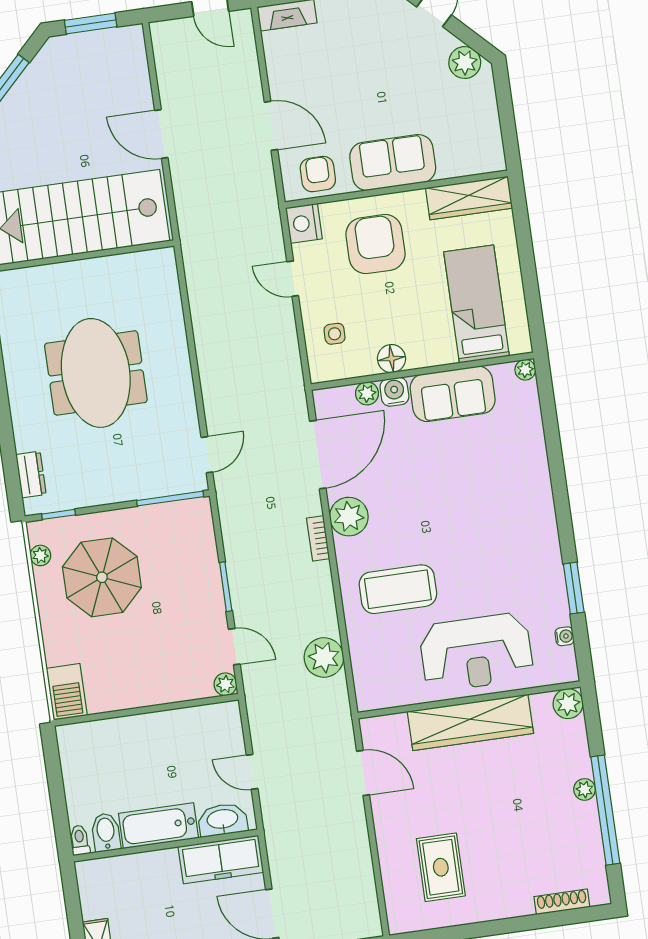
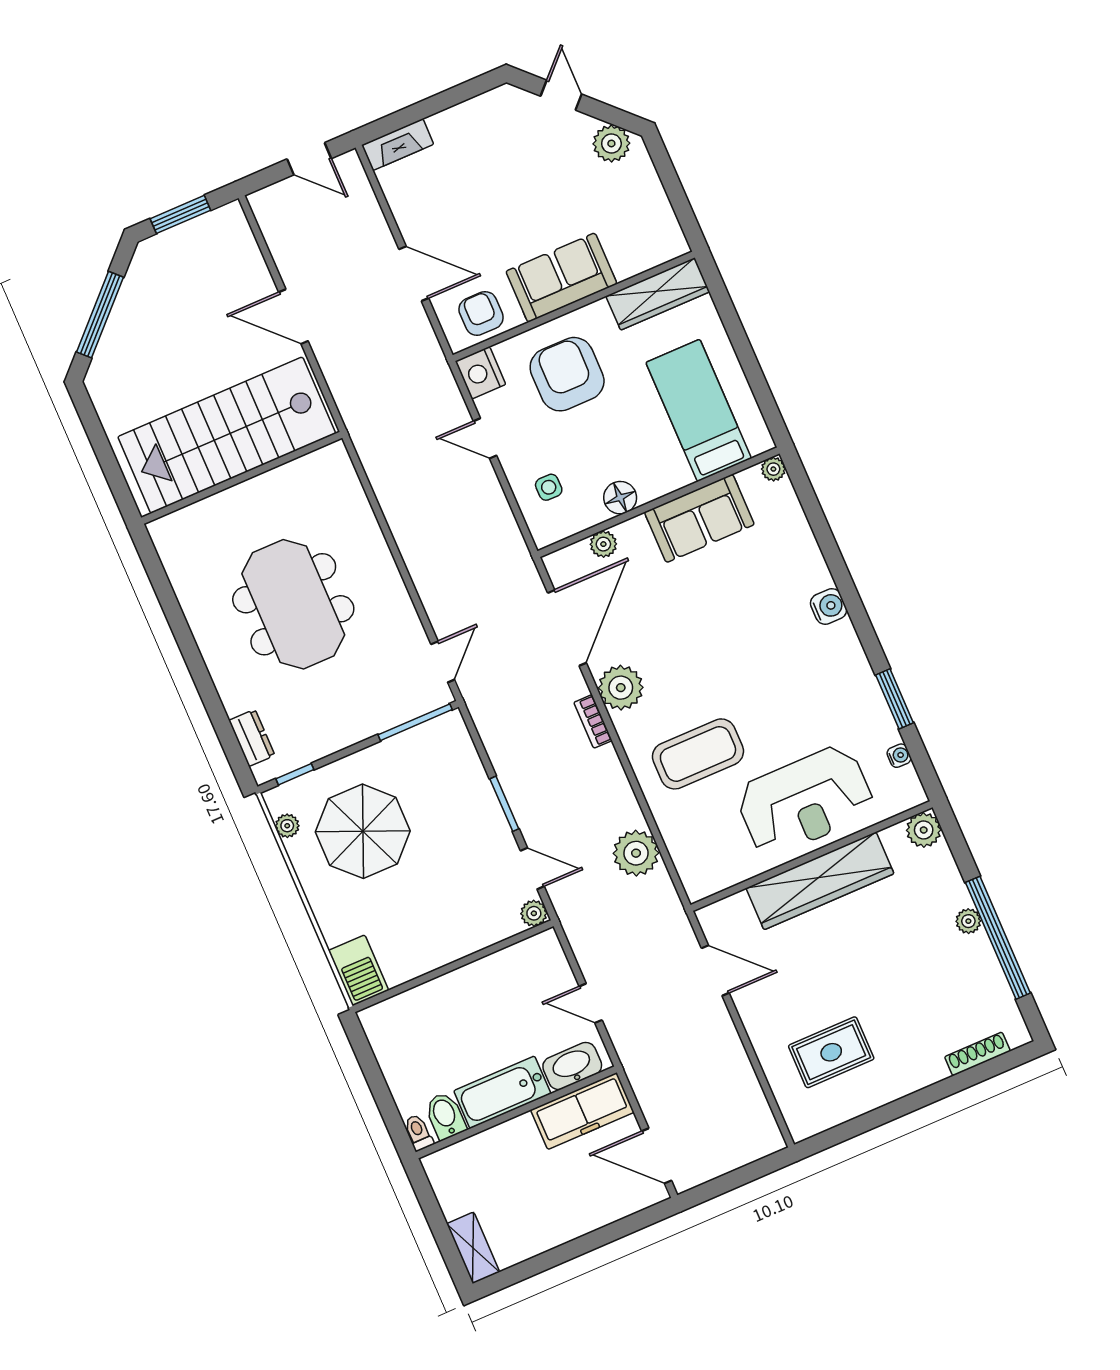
water cooler: (394, 392) -> (829, 606), moved, turned 90
rug: (441, 867) -> (831, 1052), turned 90

